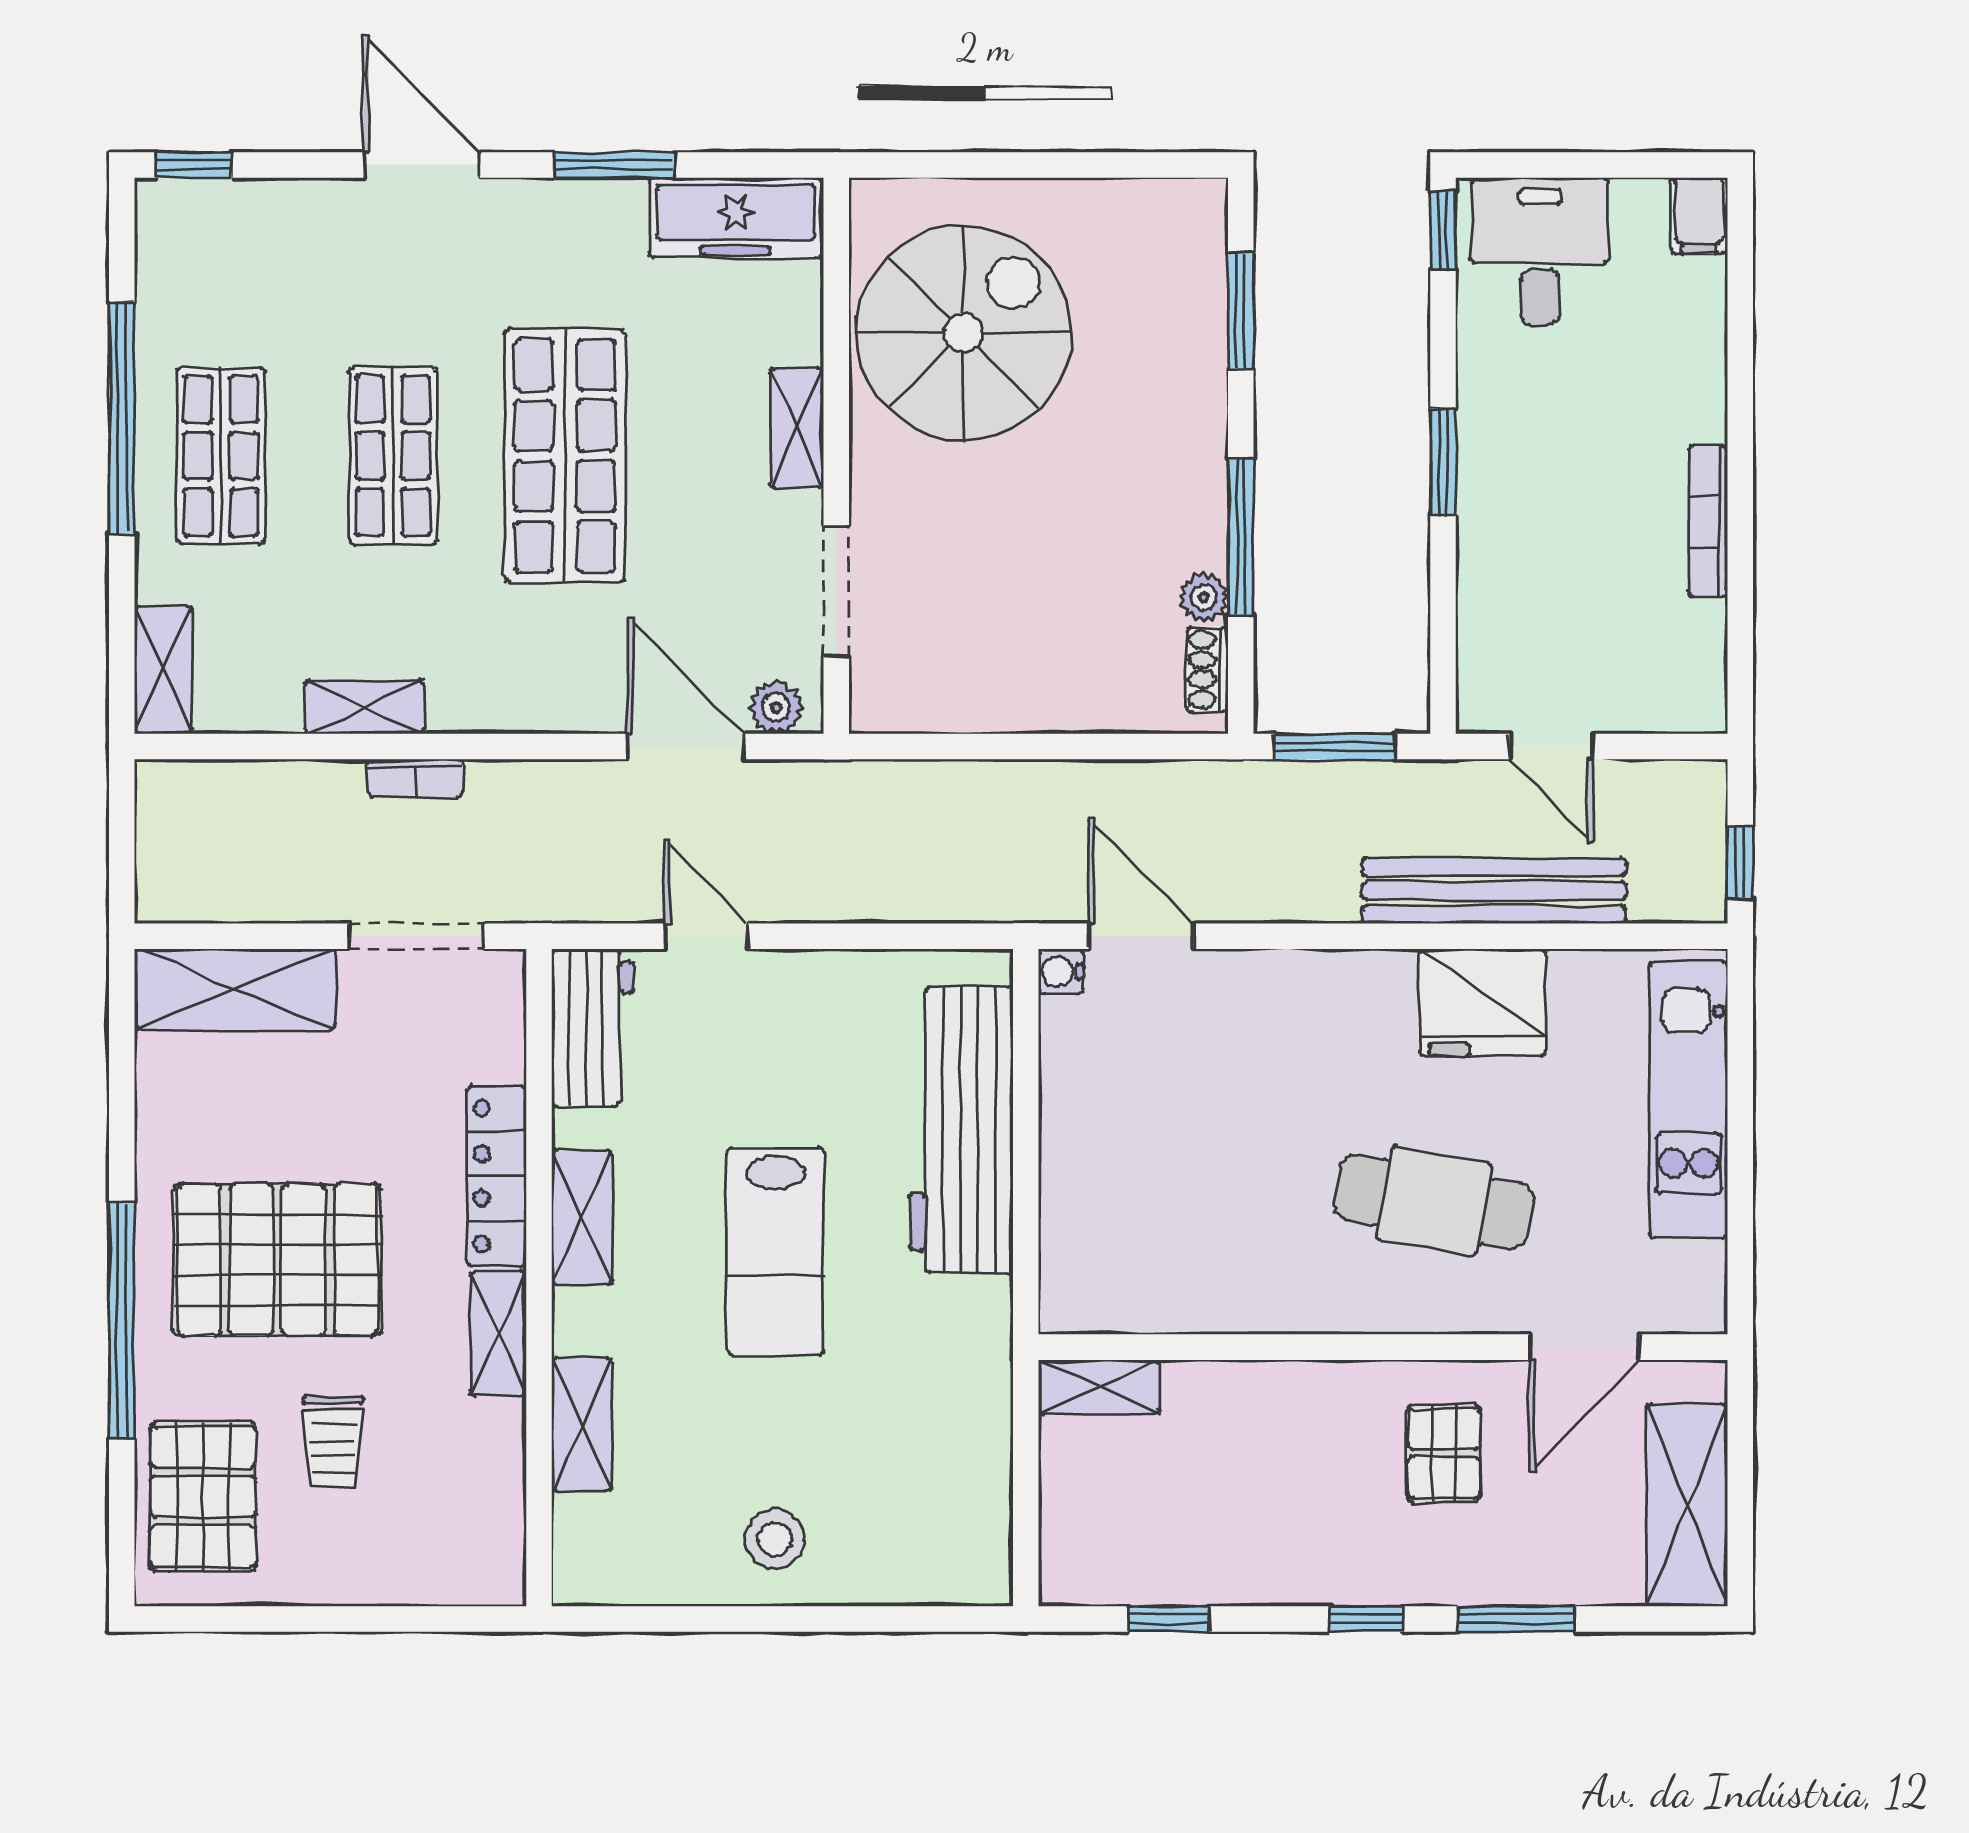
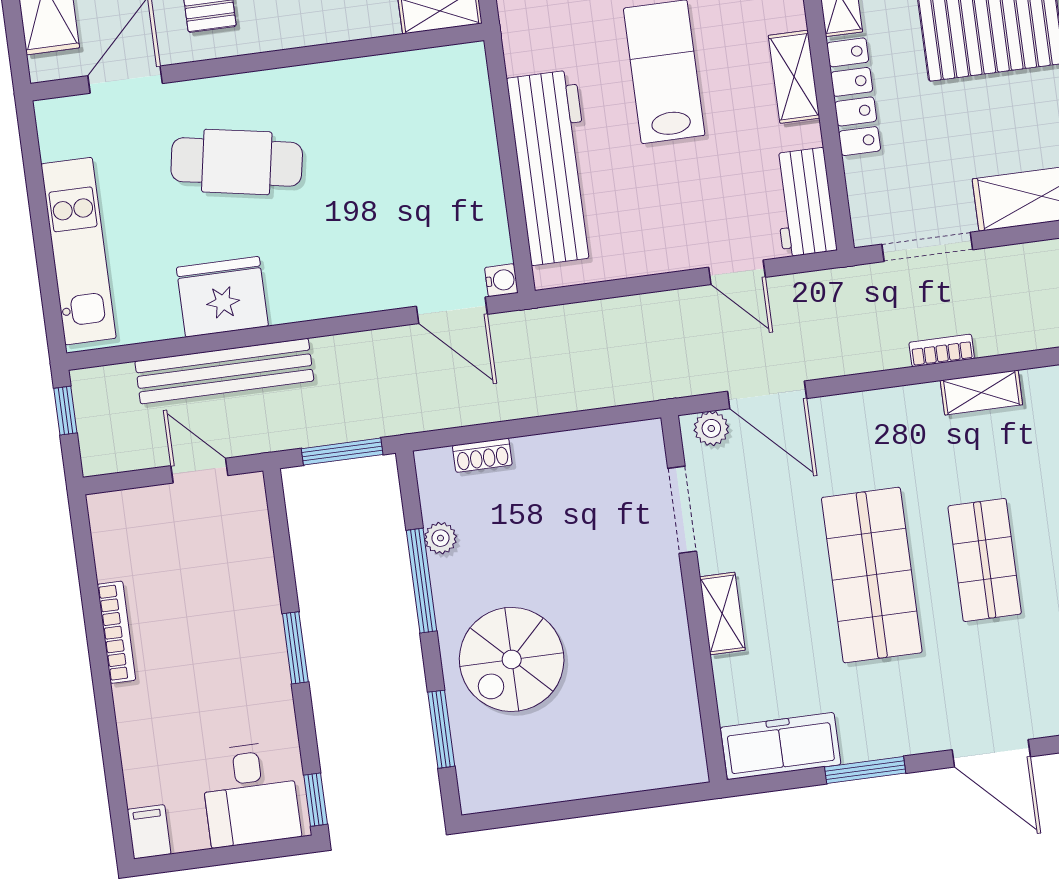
spiral stairs: (964, 333) -> (512, 659), moved, width x0.73, depth x0.73
shoe rack: (1207, 670) -> (482, 455), moved, turned 90

